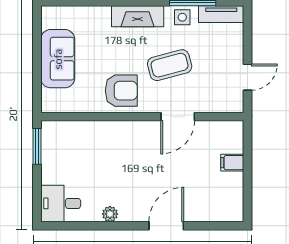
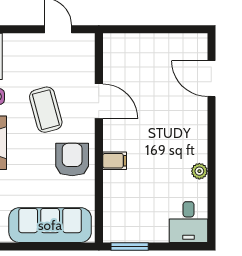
sofa: (58, 59) -> (50, 225), width x1.36
filing cabinet: (232, 163) -> (115, 161), moved, turned -90
door: (166, 226) -> (211, 79), moved

